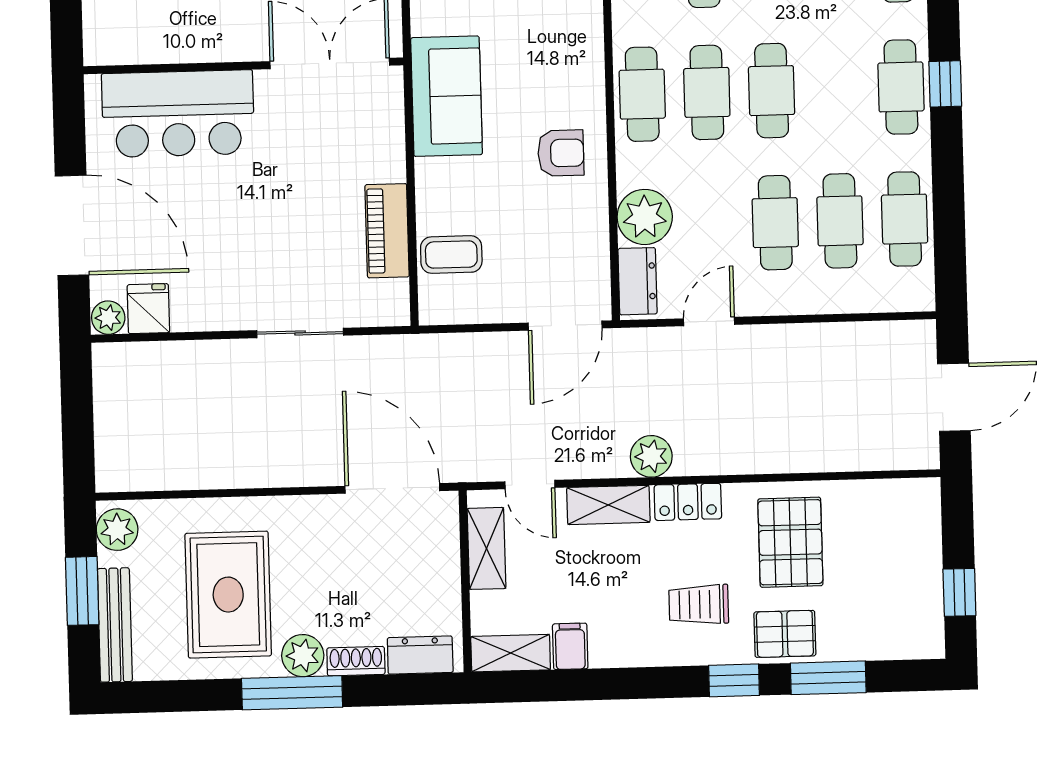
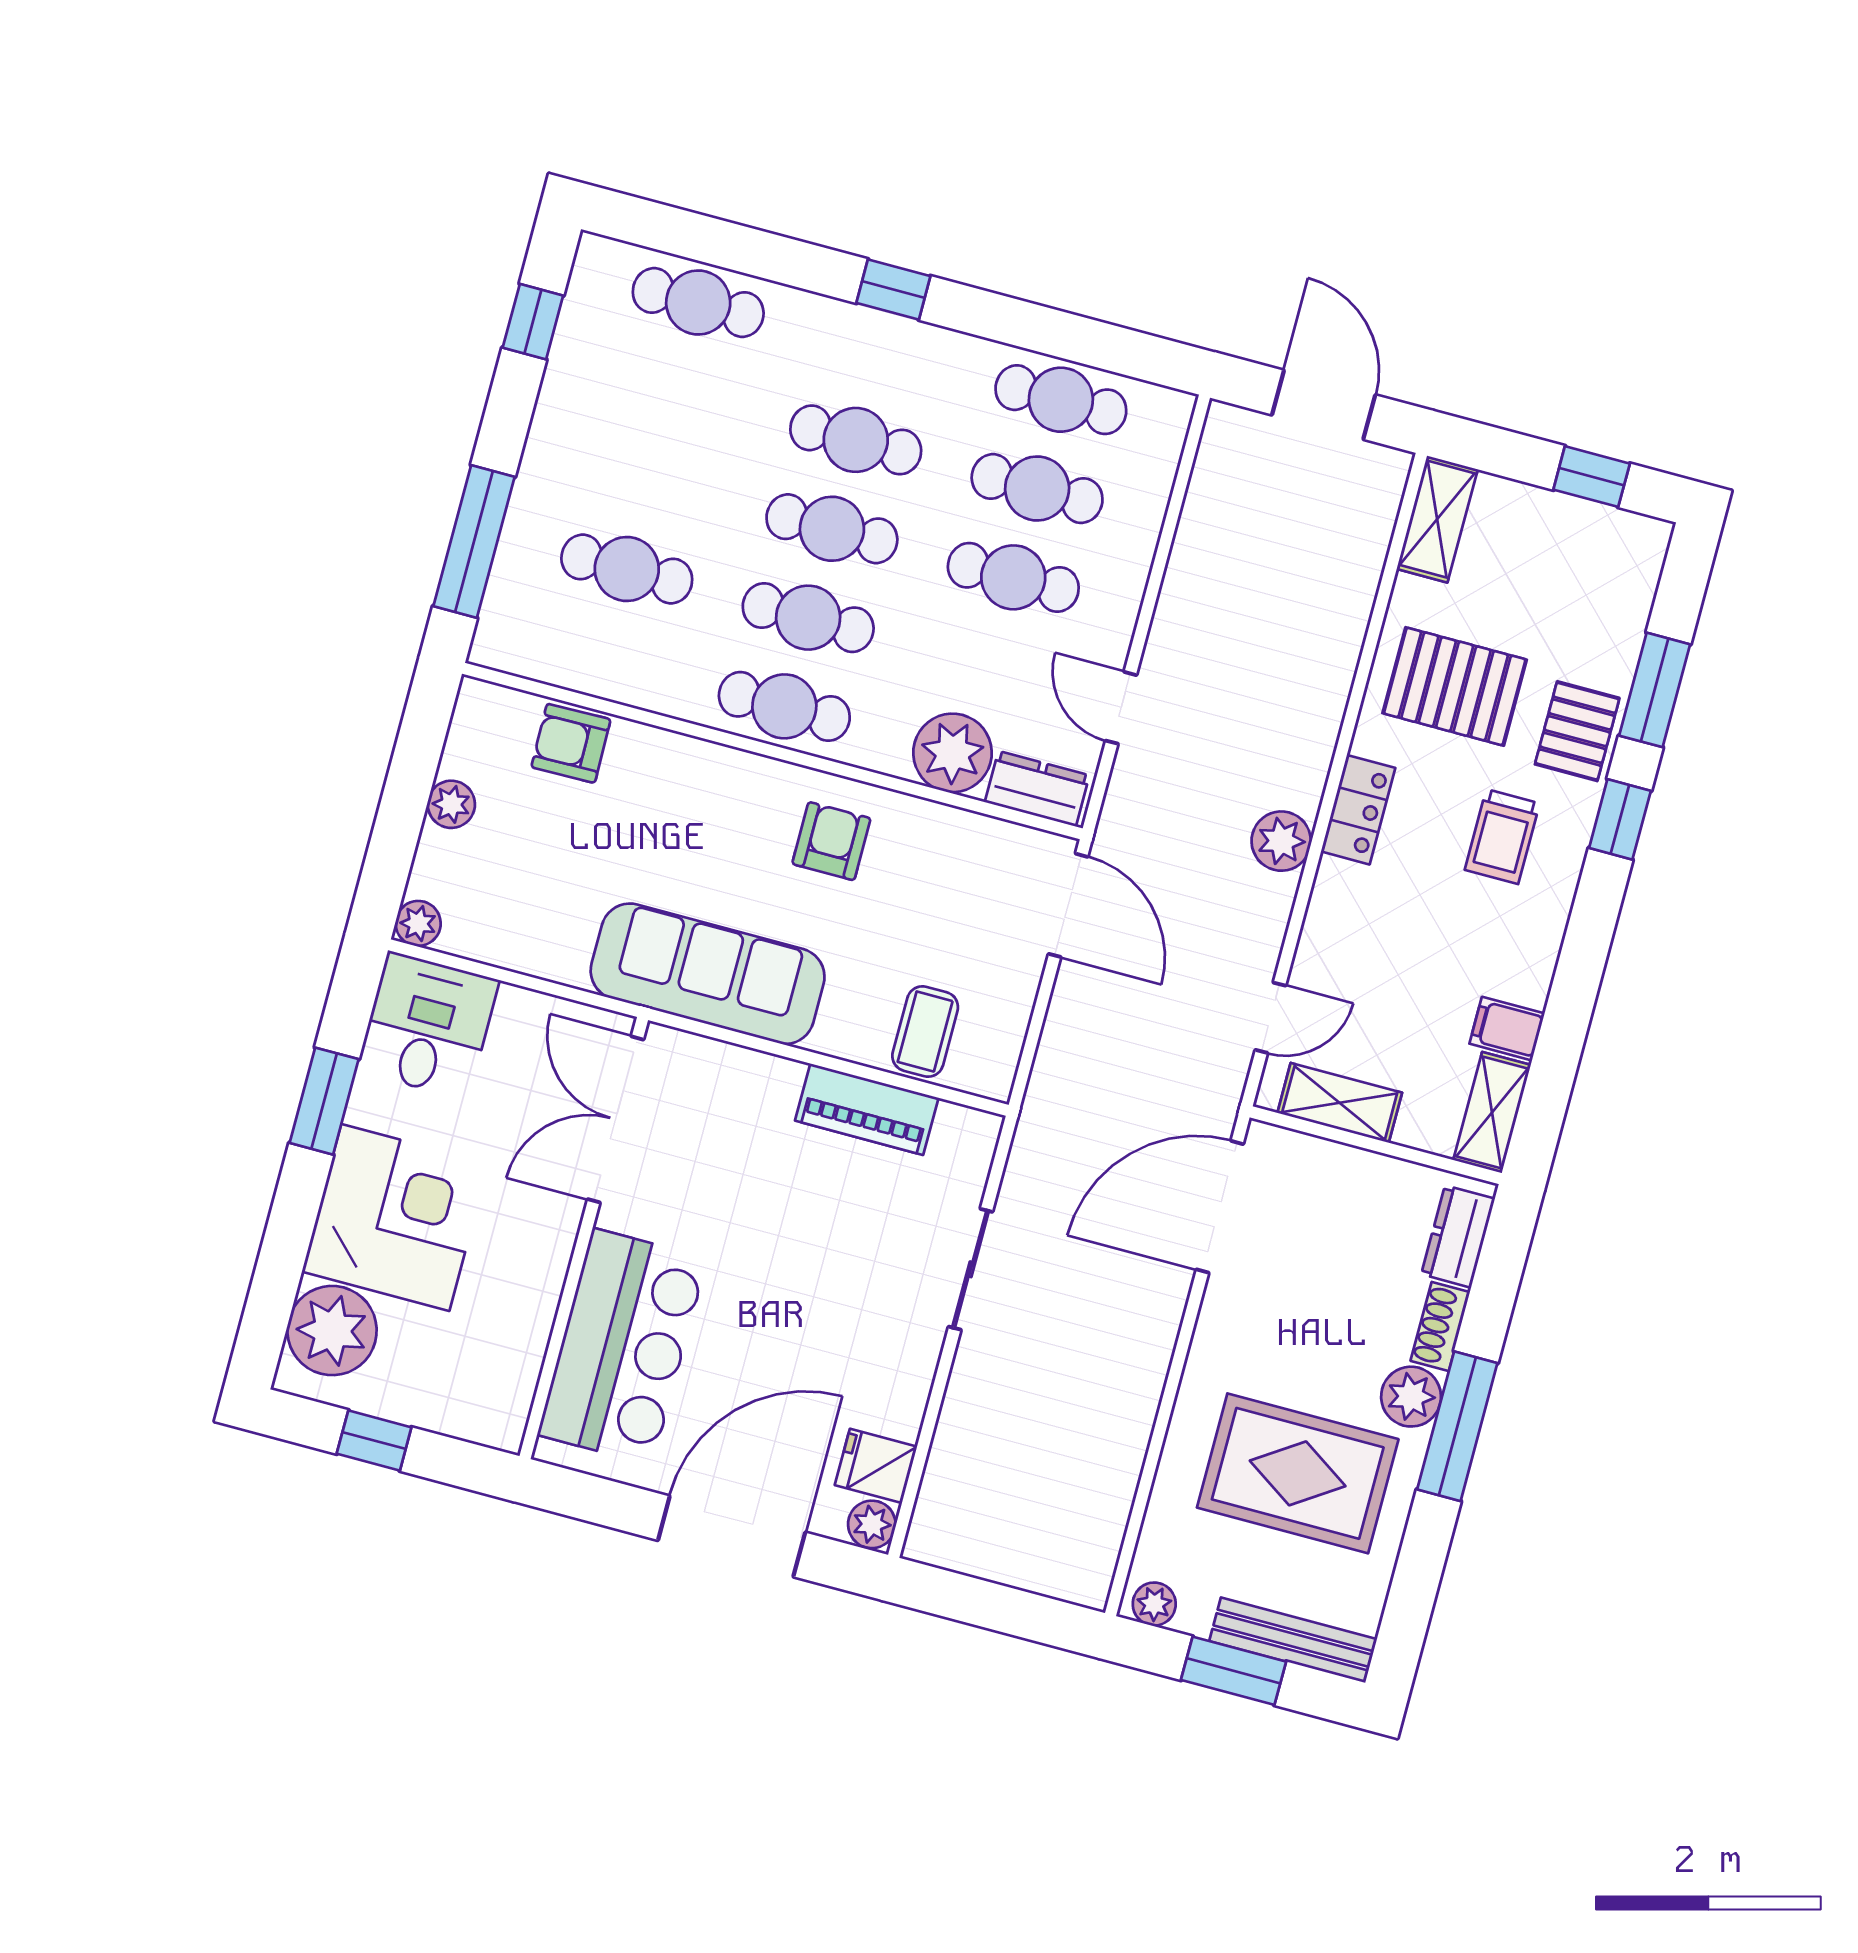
cafe table: (901, 87) -> (856, 440), moved
sofa: (446, 96) -> (708, 974), width x1.36
shelving: (608, 505) -> (1437, 519), moved
plant: (117, 530) -> (1154, 1604), width x0.73, depth x0.73

